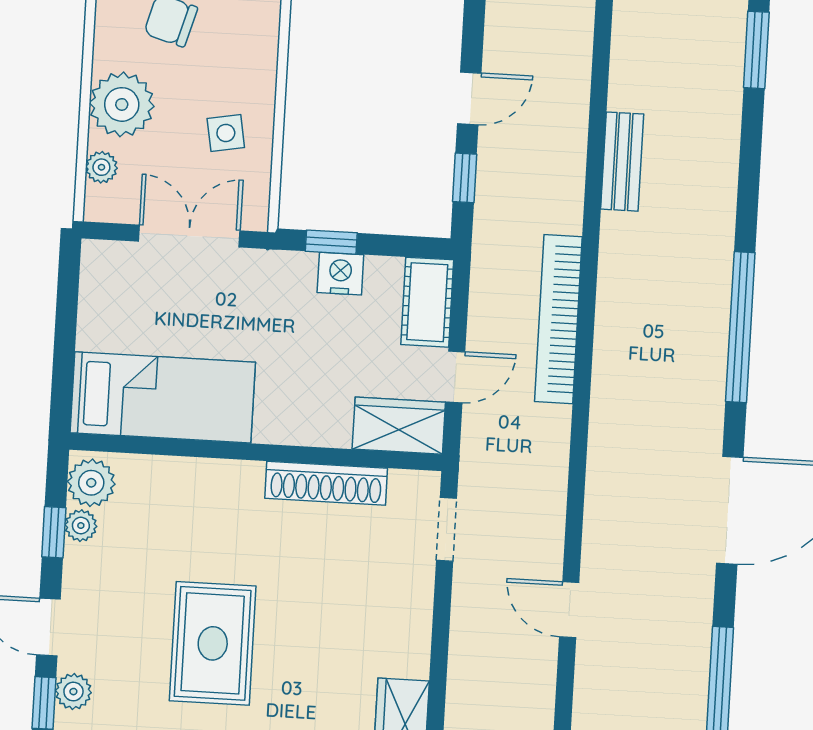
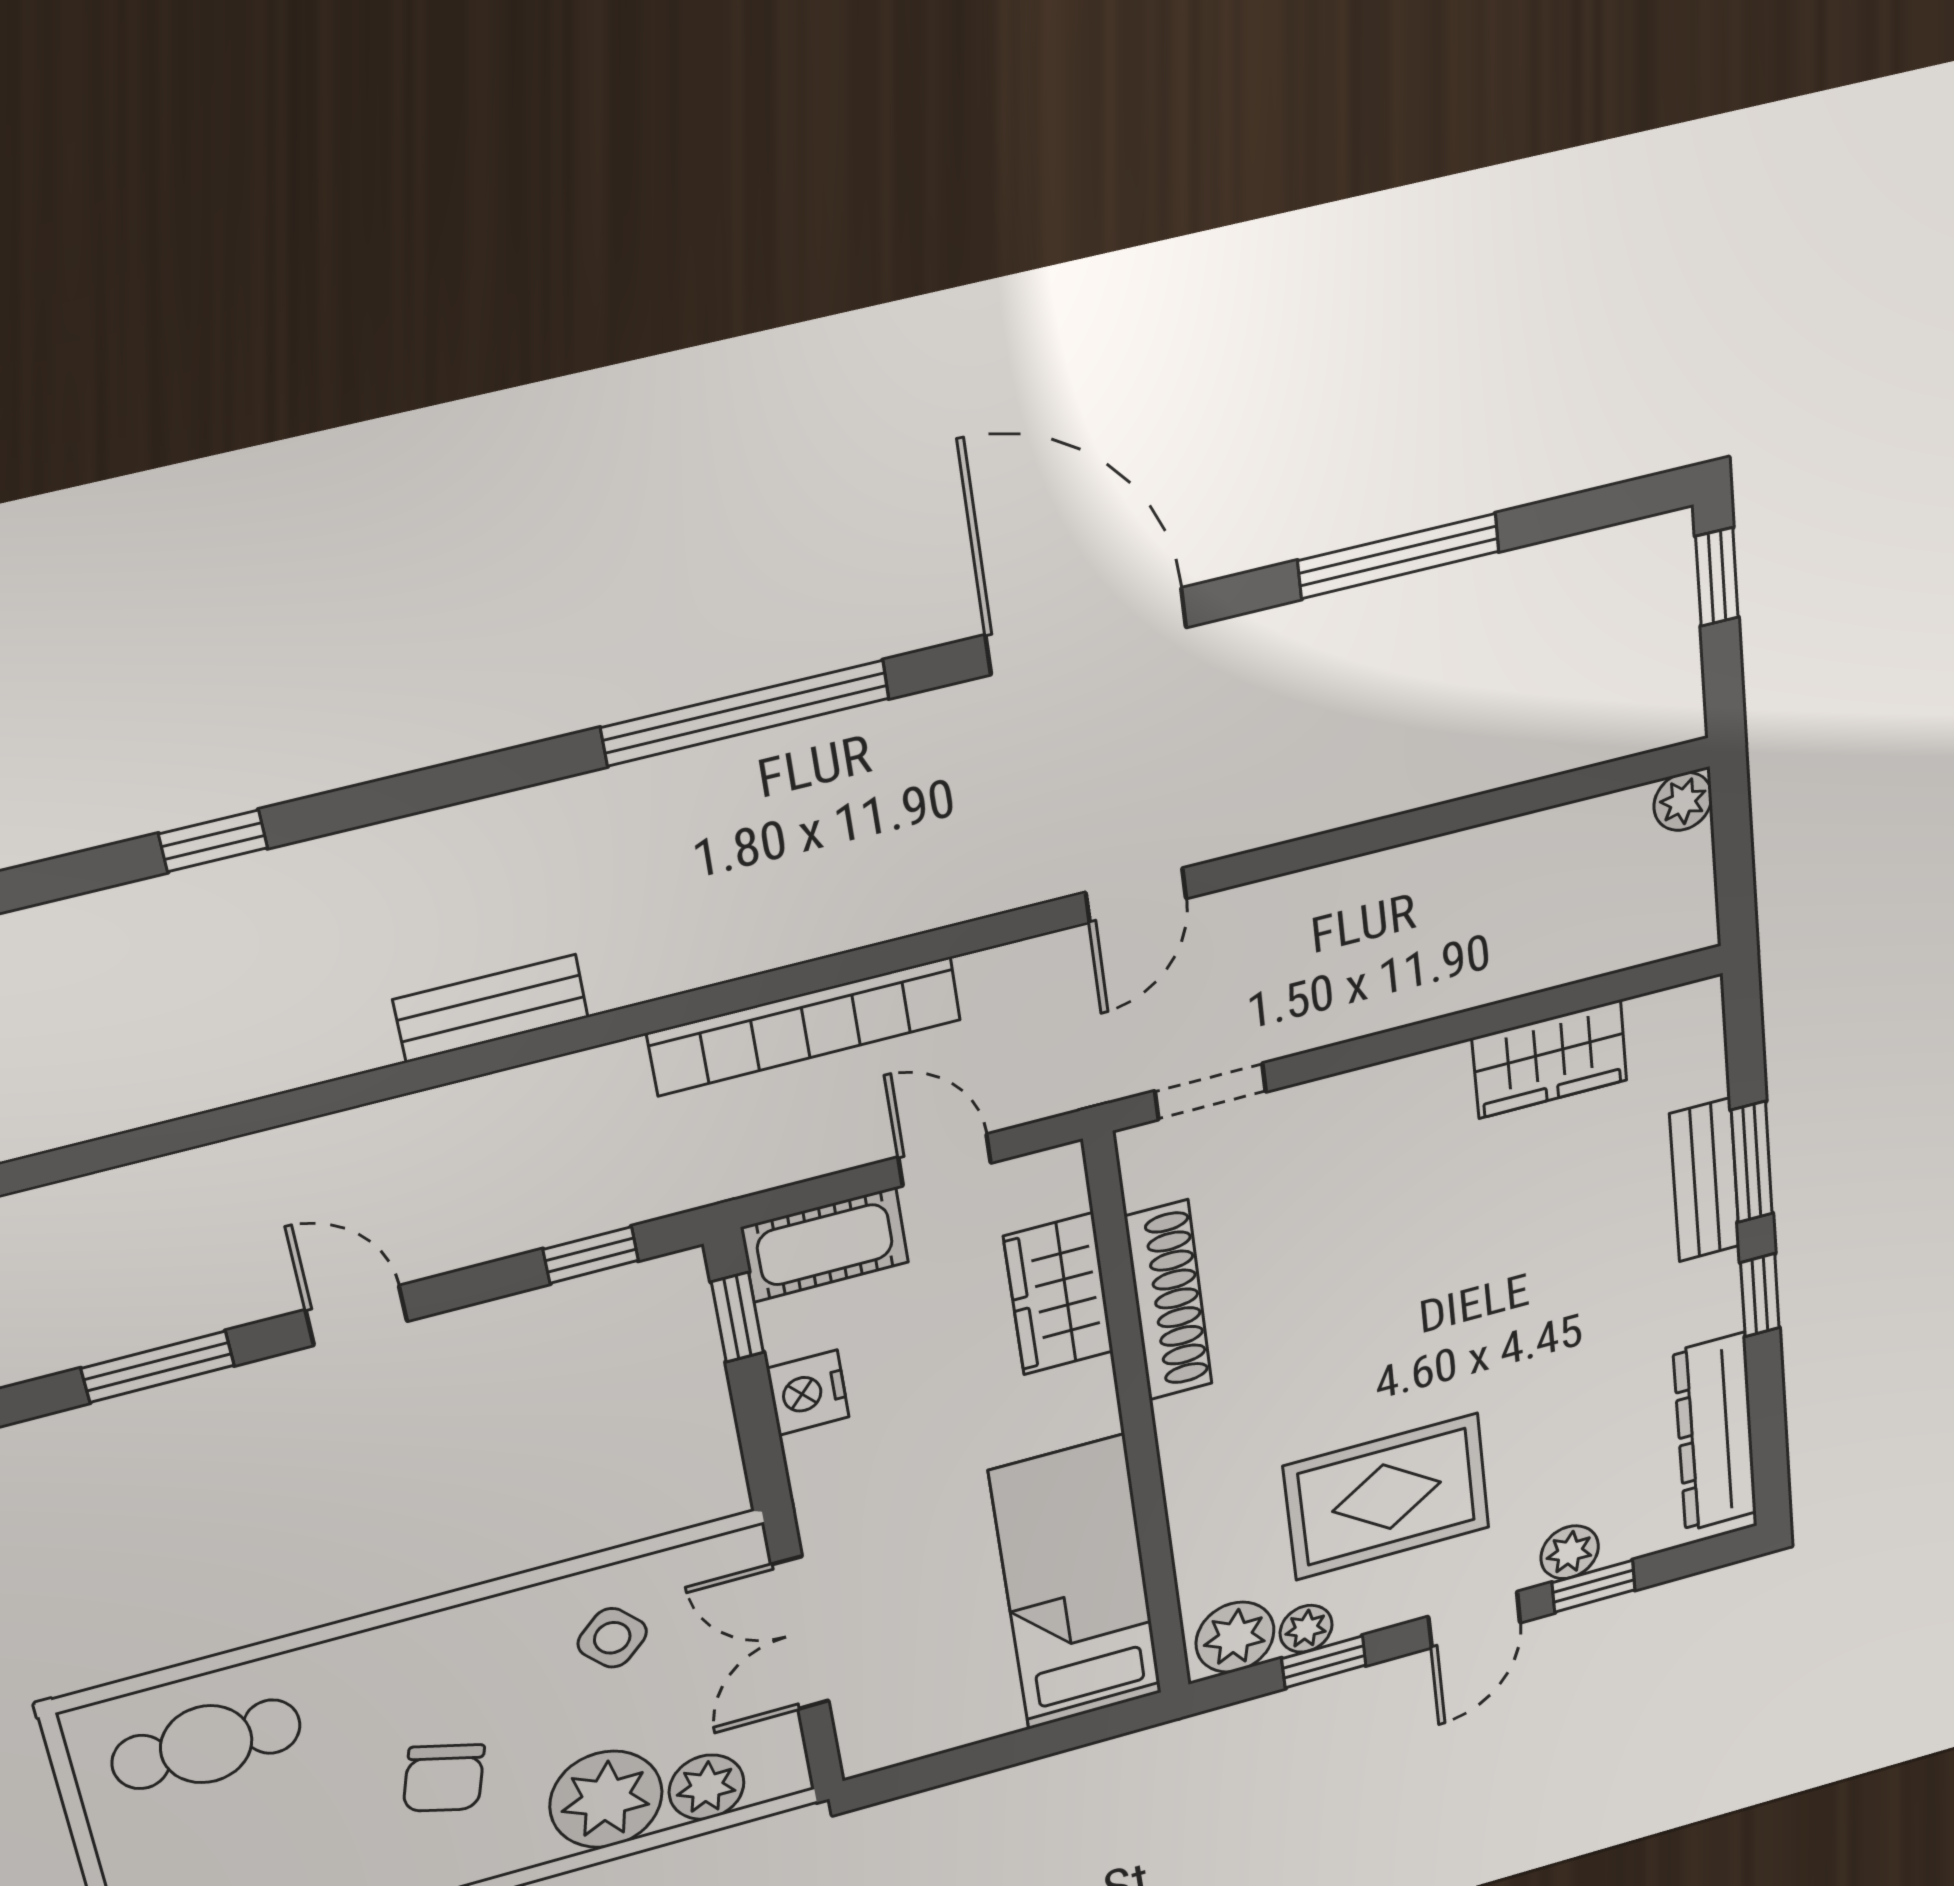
window: (756, 50) -> (213, 841), width x0.67
door: (469, 98) -> (356, 1316), moved
side table: (226, 133) -> (612, 1638), turned -33
plant: (101, 167) -> (707, 1787), width x1.38, depth x1.38
window: (331, 242) -> (737, 1317), moved
wardrobe: (399, 426) -> (1059, 1294), moved
door: (569, 610) -> (1136, 895), moved
rug: (213, 643) -> (1387, 1497), moved

